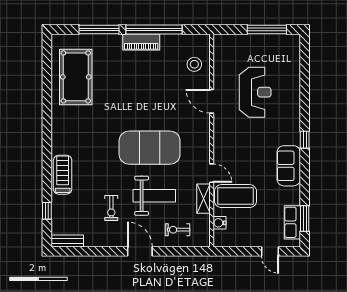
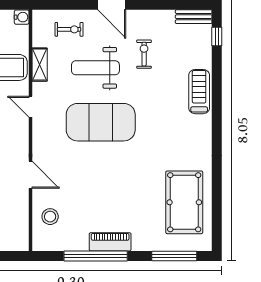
window: (99, 29) -> (174, 256), moved
door: (212, 173) -> (30, 107), moved
treadmill: (63, 175) -> (199, 92), turned 180
window: (47, 211) -> (217, 36), moved
water cooler: (219, 223) -> (22, 17), moved

